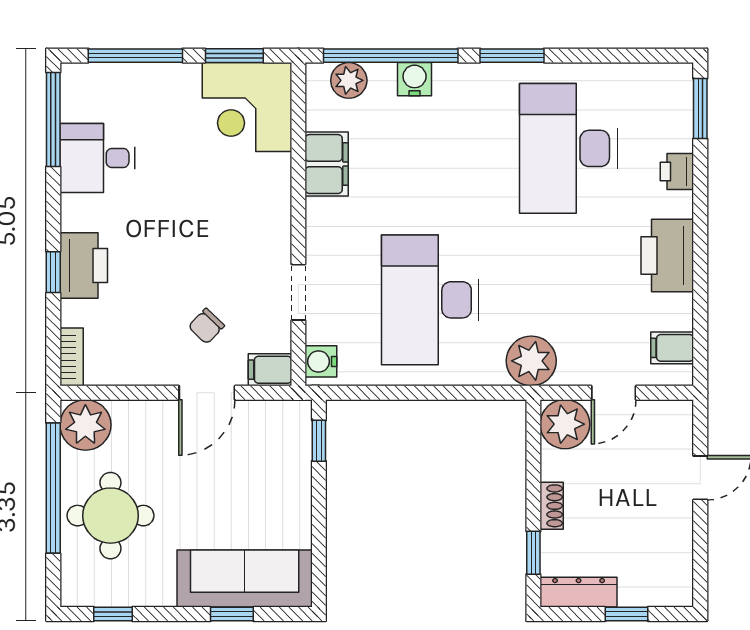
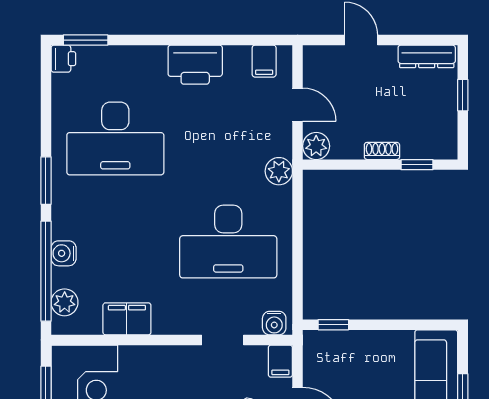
printer: (677, 172) -> (63, 59), moved, turned -90
plant: (531, 361) -> (279, 171), width x0.73, depth x0.73
plant: (565, 424) -> (316, 146), width x0.73, depth x0.73
dresser: (579, 592) -> (427, 56), moved, turned -90

